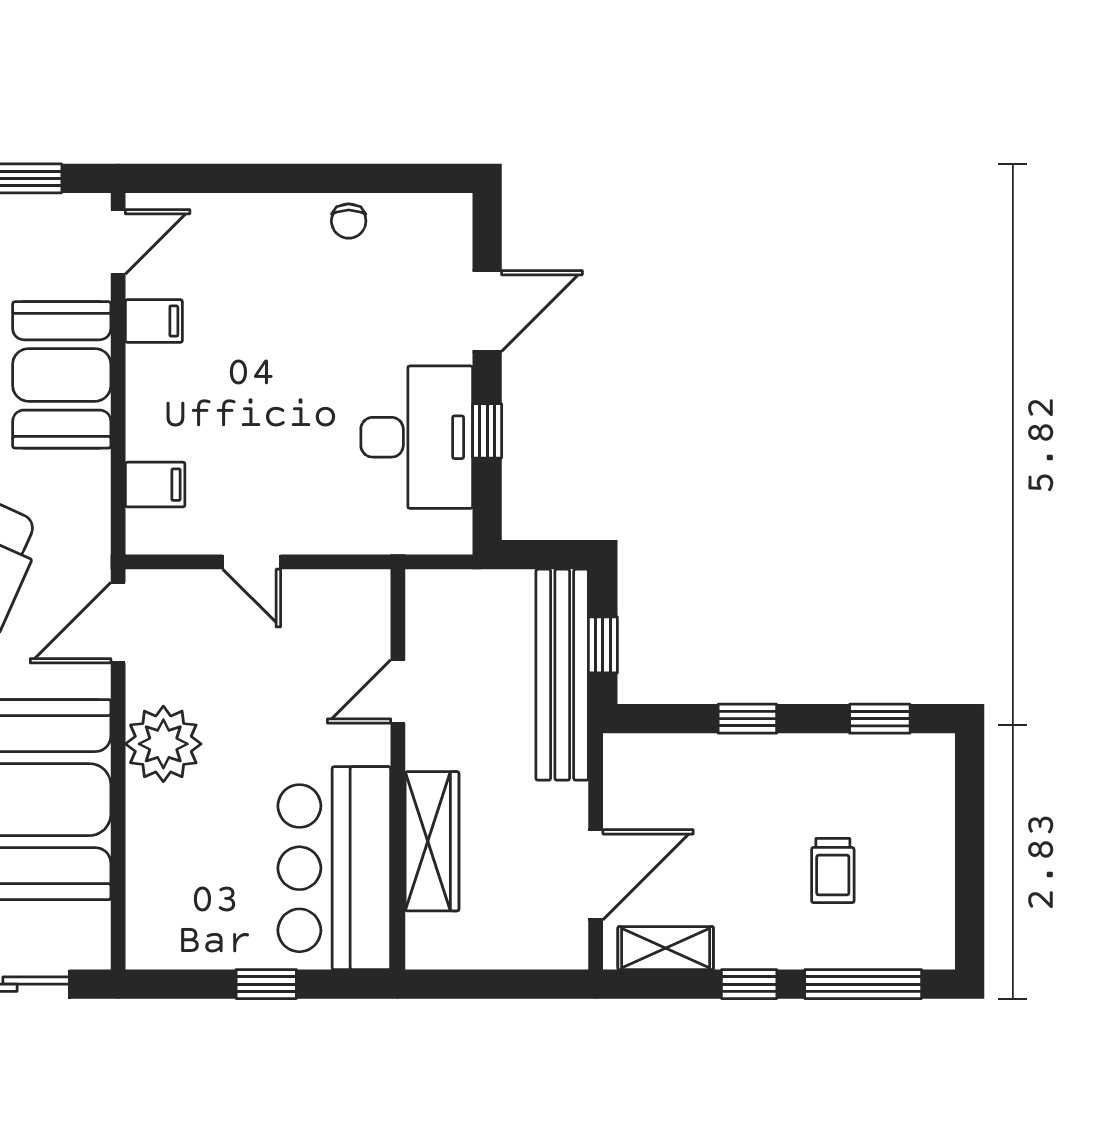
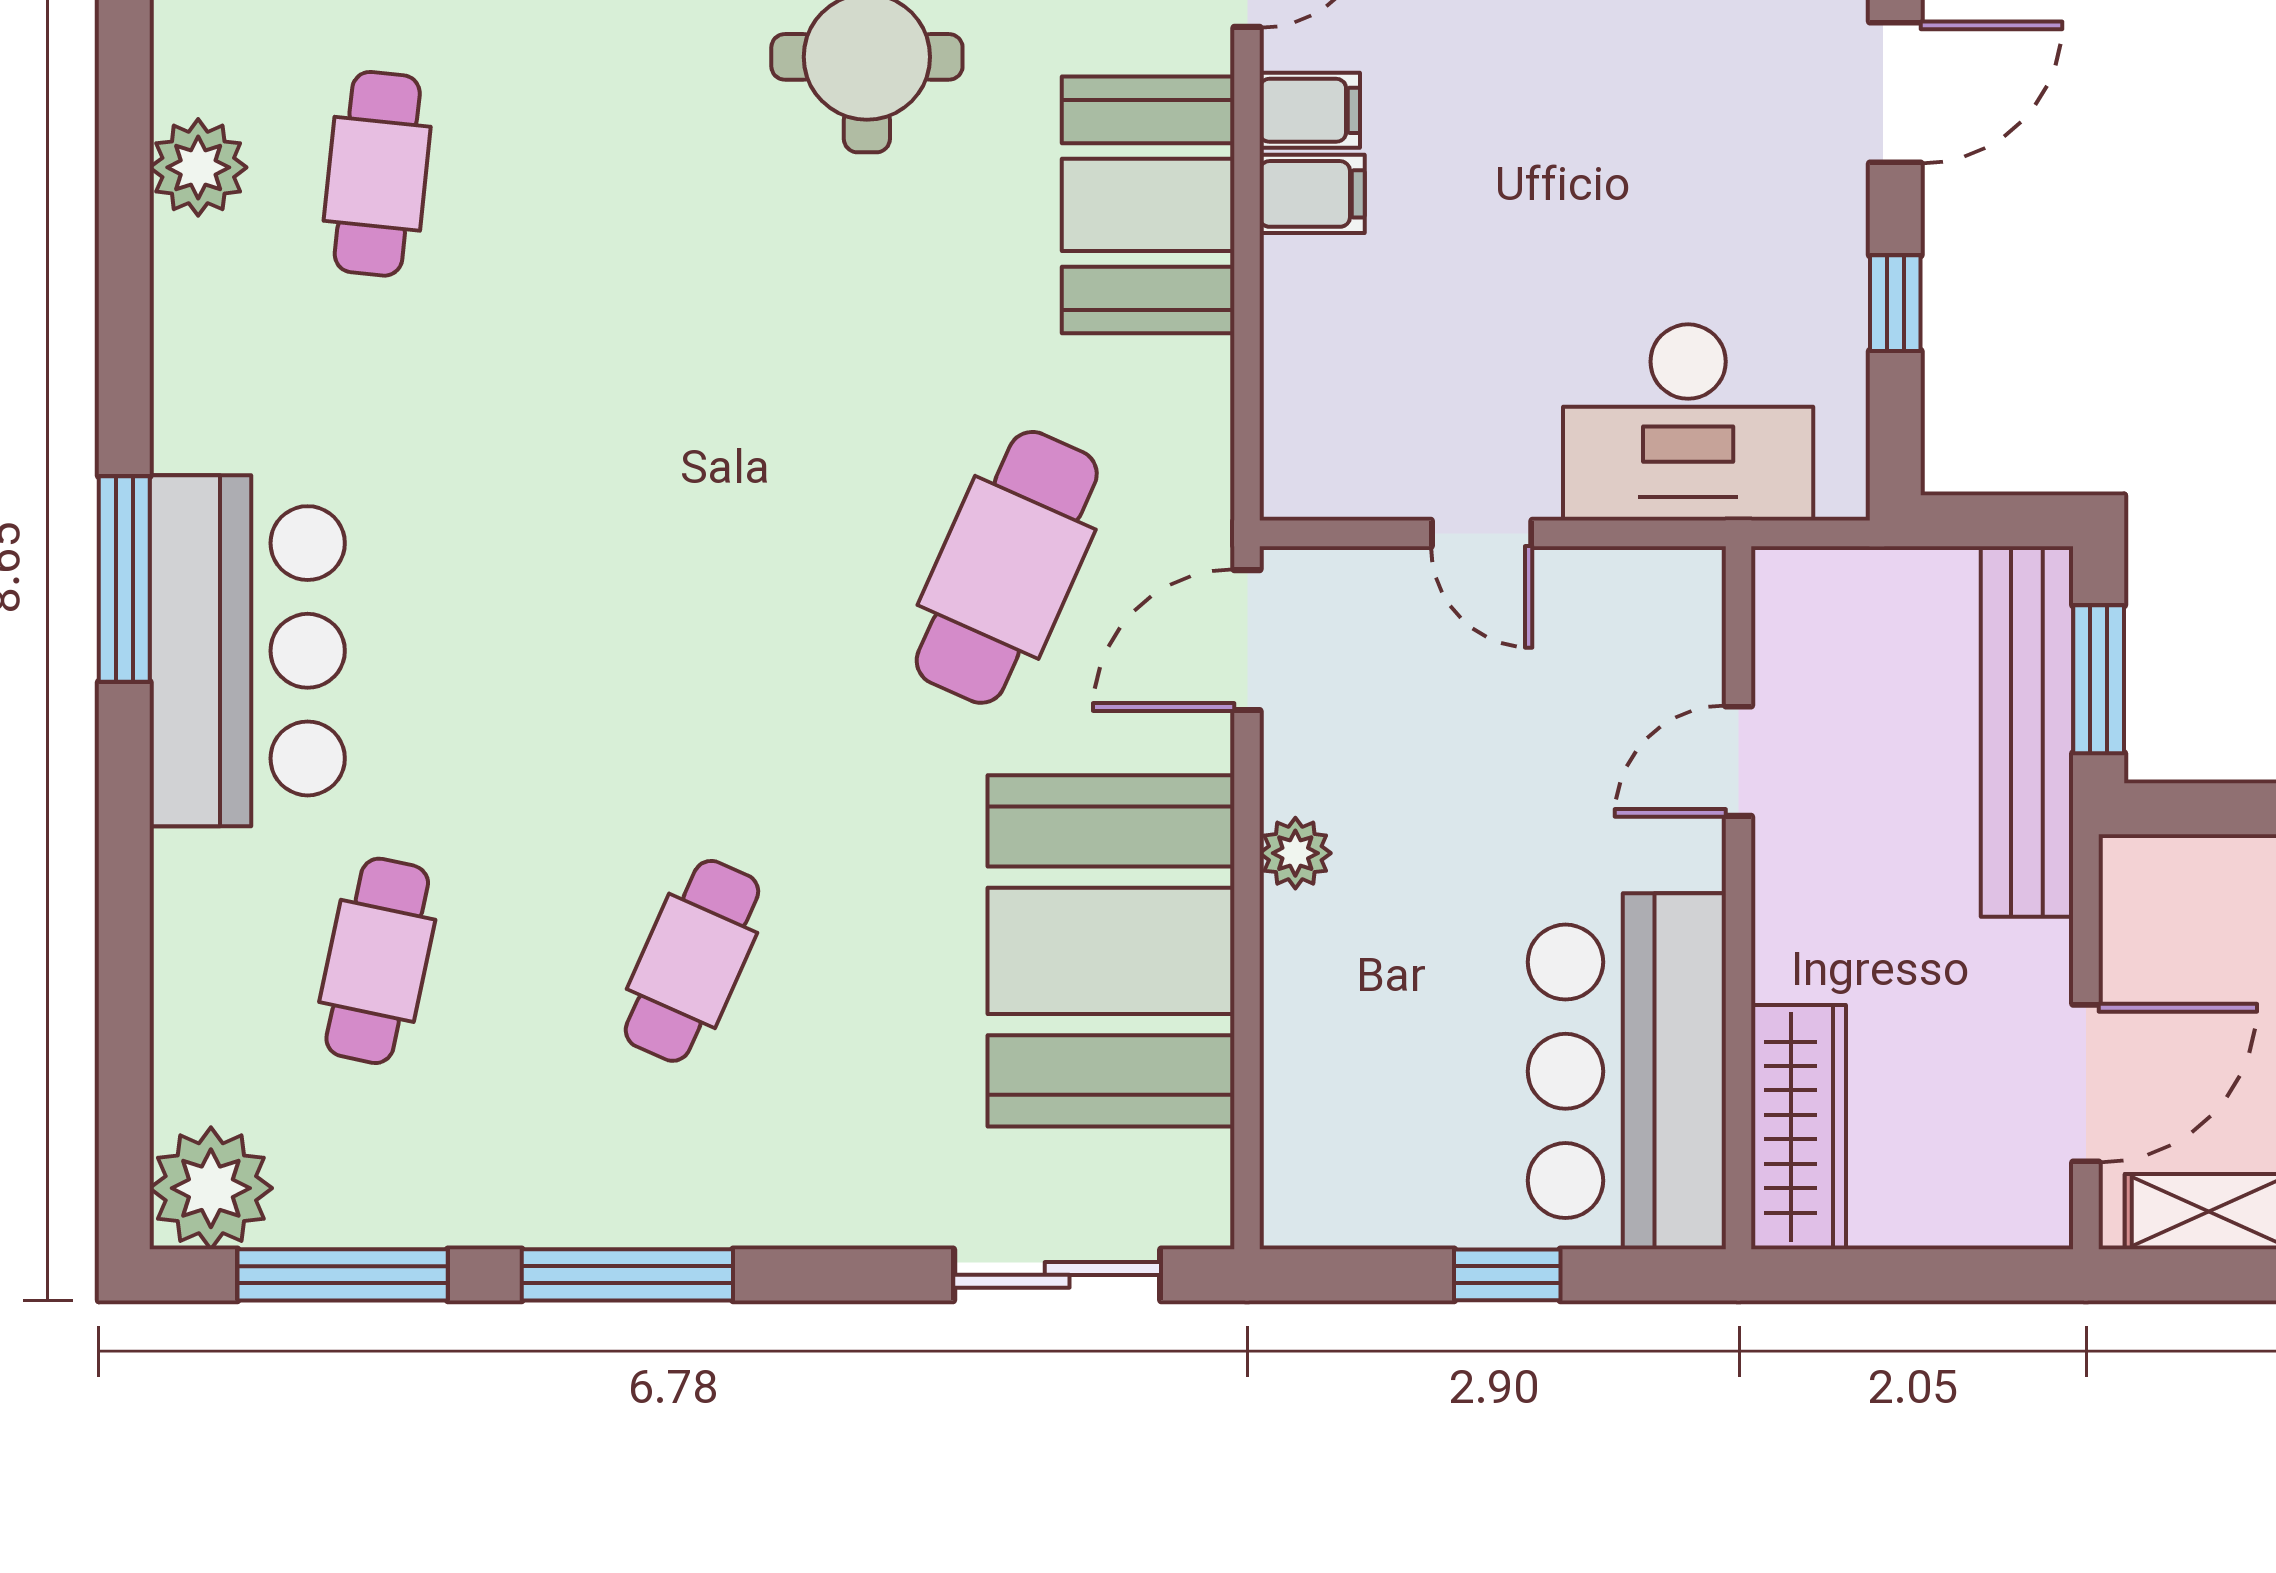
desk: (417, 437) -> (1688, 422), moved, turned 90
filing cabinet: (155, 485) -> (1312, 194), moved
window: (603, 645) -> (2099, 679), width x1.50
plant: (163, 744) -> (1295, 853), width x0.53, depth x0.53
wardrobe: (432, 841) -> (1798, 1127), moved

